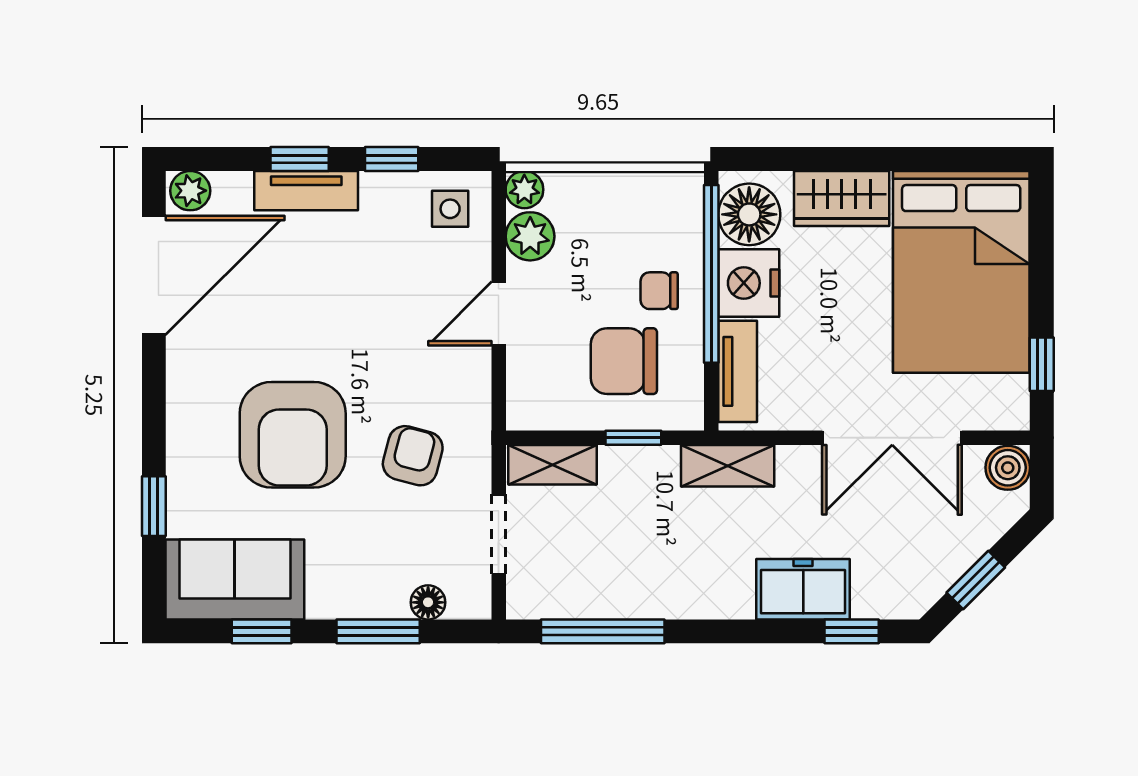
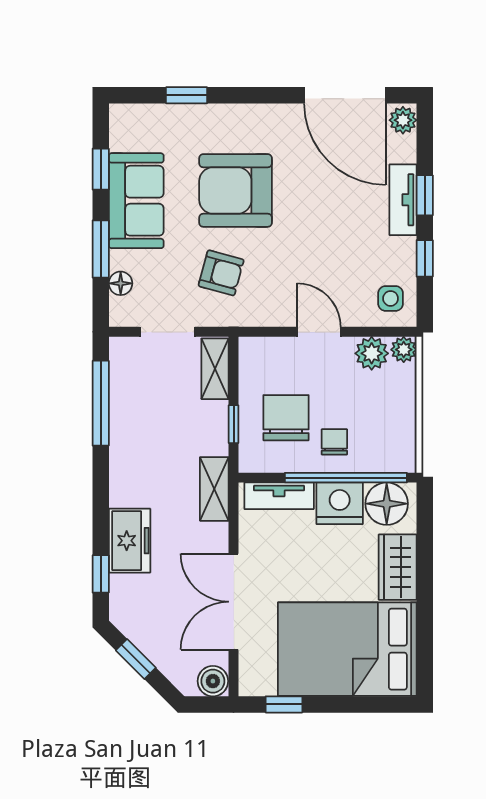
sofa: (235, 579) -> (136, 201), moved

